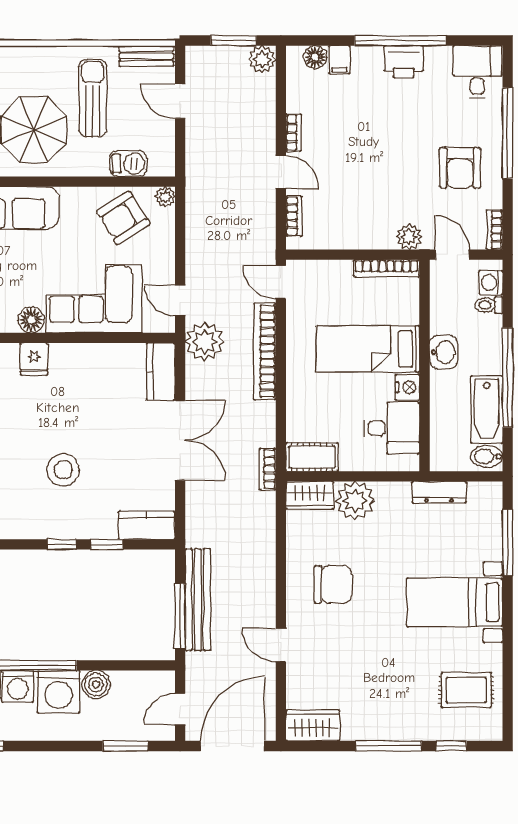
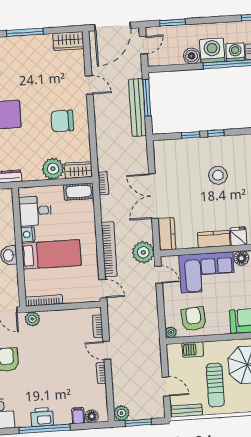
armchair: (123, 218) -> (194, 319), turned -62
kitchen counter: (147, 525) -> (214, 239), moved, turned 180

